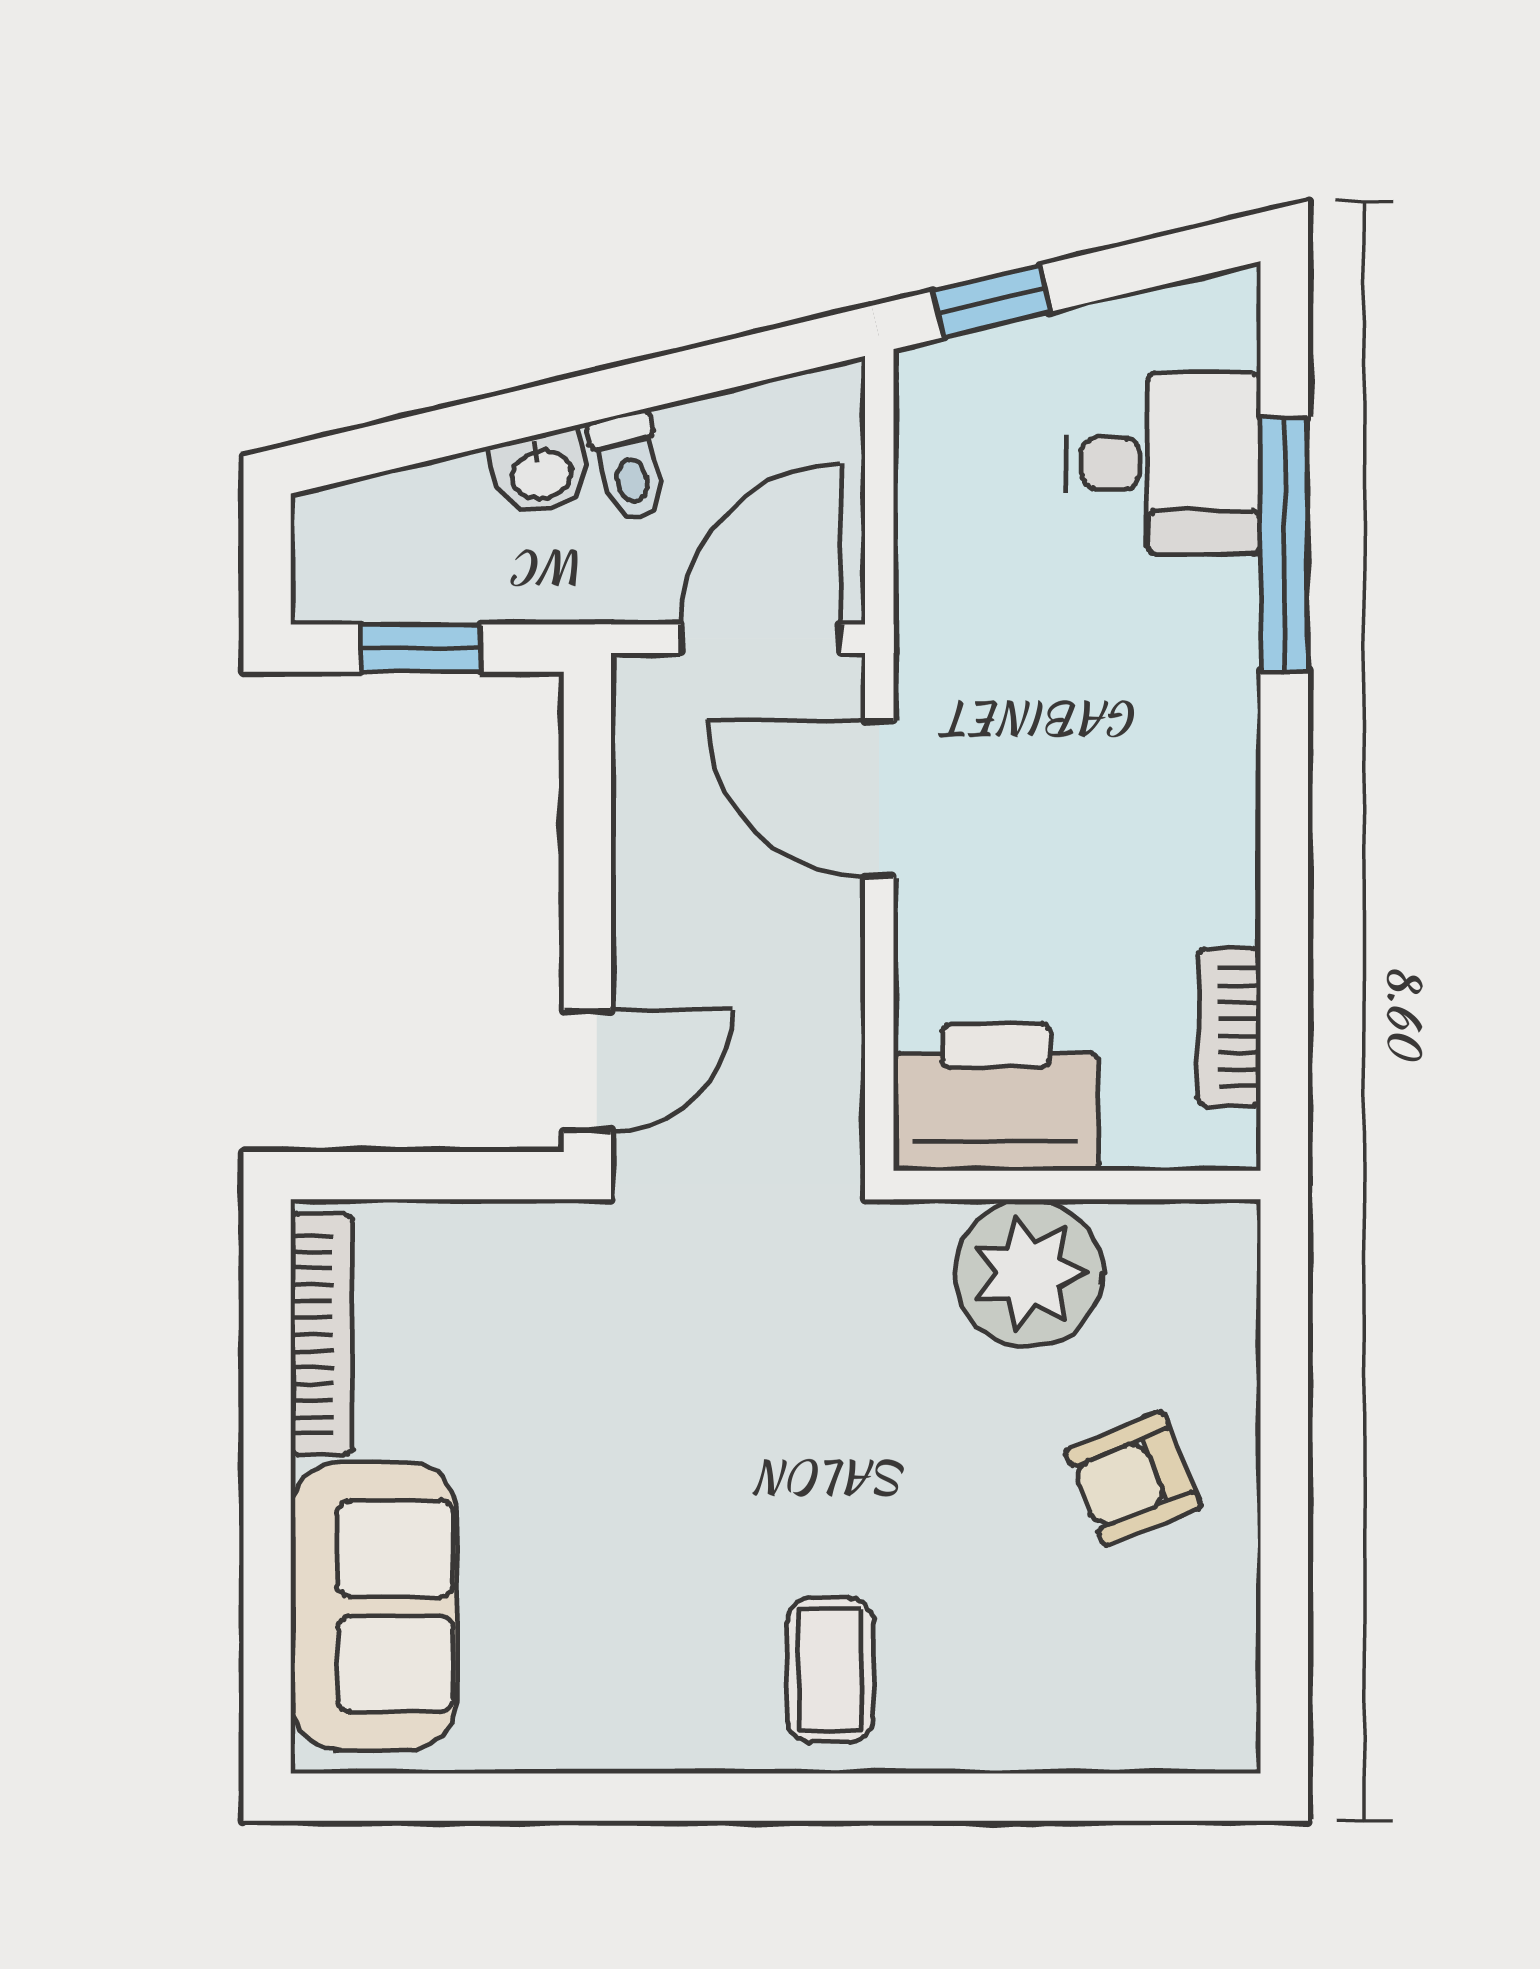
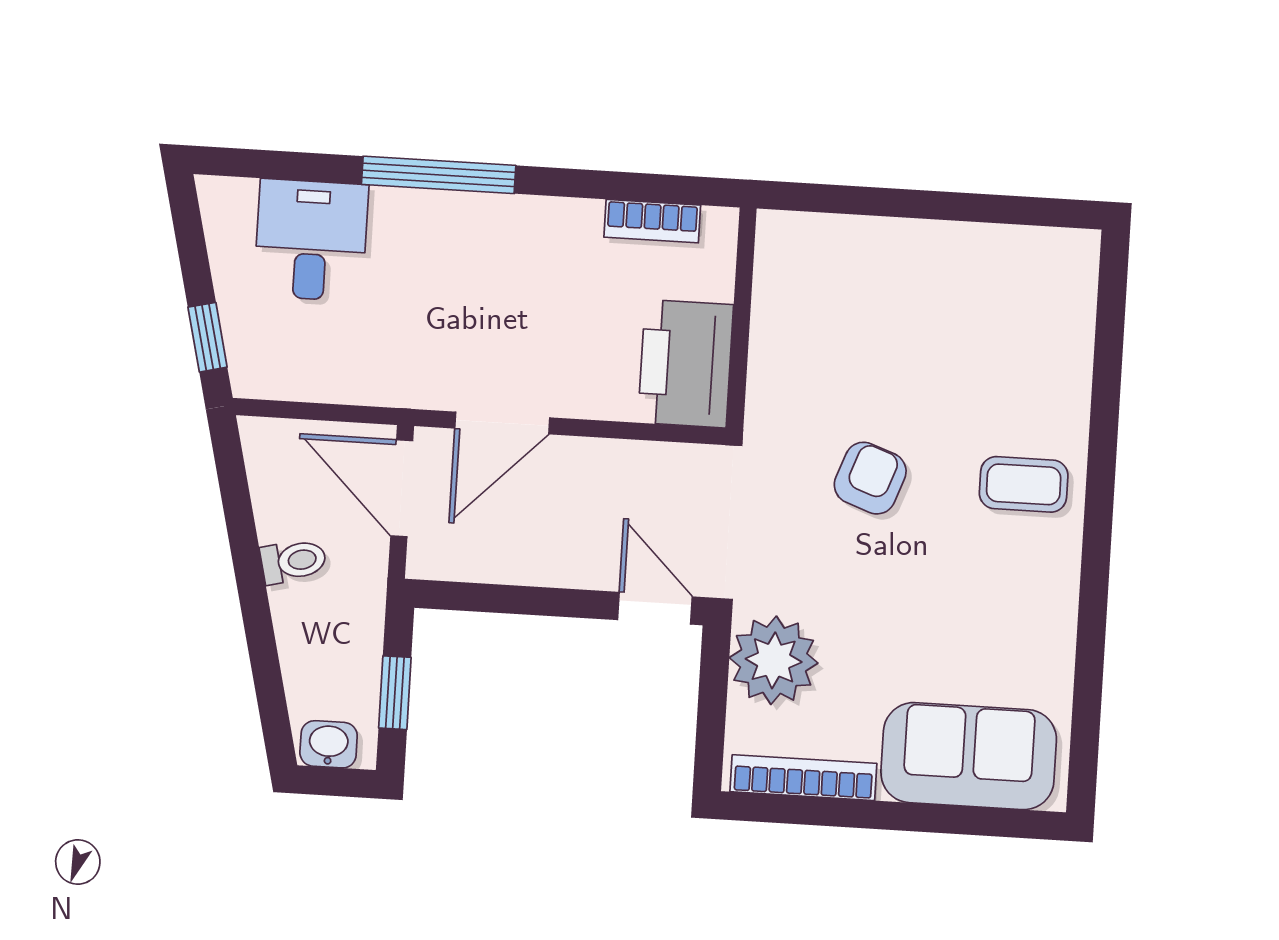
washbasin: (541, 472) -> (329, 744), moved, turned -77
window: (1284, 544) -> (439, 175), moved
plant: (1029, 1273) -> (774, 660), moved
armchair: (1133, 1479) -> (870, 478), moved, turned -138

